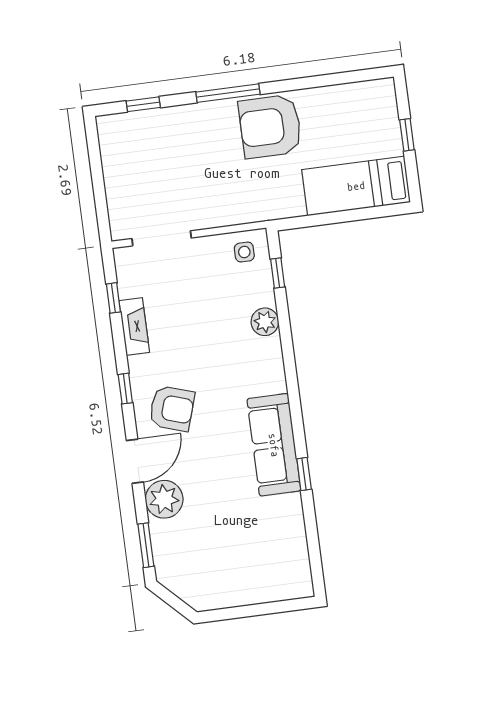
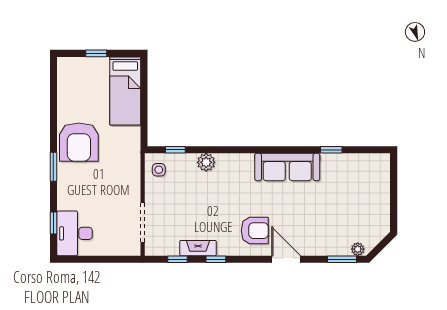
window: (228, 93) -> (53, 167), width x0.69
desk: (132, 138) -> (75, 233), added
window: (125, 389) -> (216, 259), moved
armchair: (172, 408) -> (255, 231), turned 72
window: (304, 474) -> (331, 150), moved
plant: (164, 499) -> (358, 249), moved, width x0.53, depth x0.53

